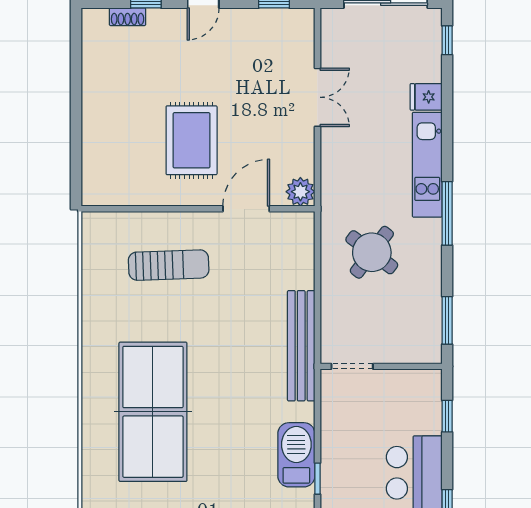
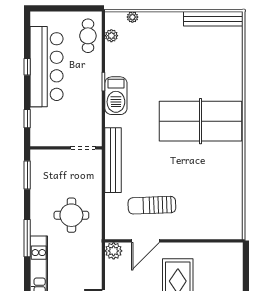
round table: (372, 252) -> (71, 215), turned -37
sun lounger: (169, 265) -> (152, 205), moved
table tennis table: (153, 412) -> (201, 121), turned 90

